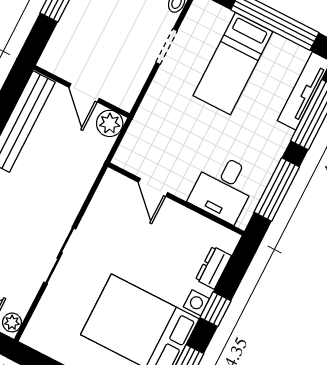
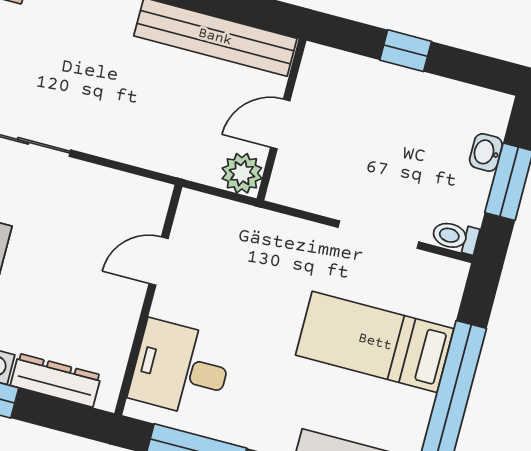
doorway: (167, 47) -> (378, 235), width x1.38
dresser: (213, 268) -> (56, 380), width x1.44

